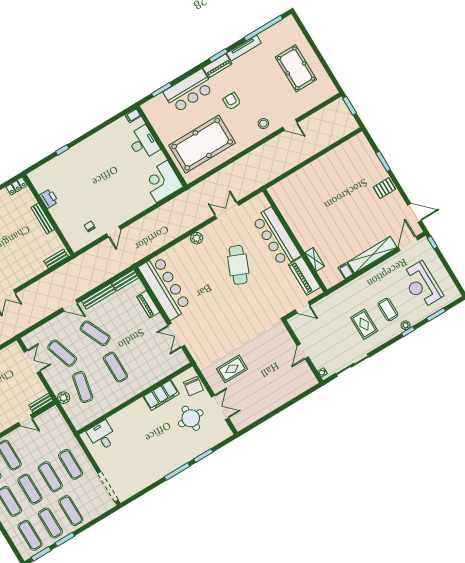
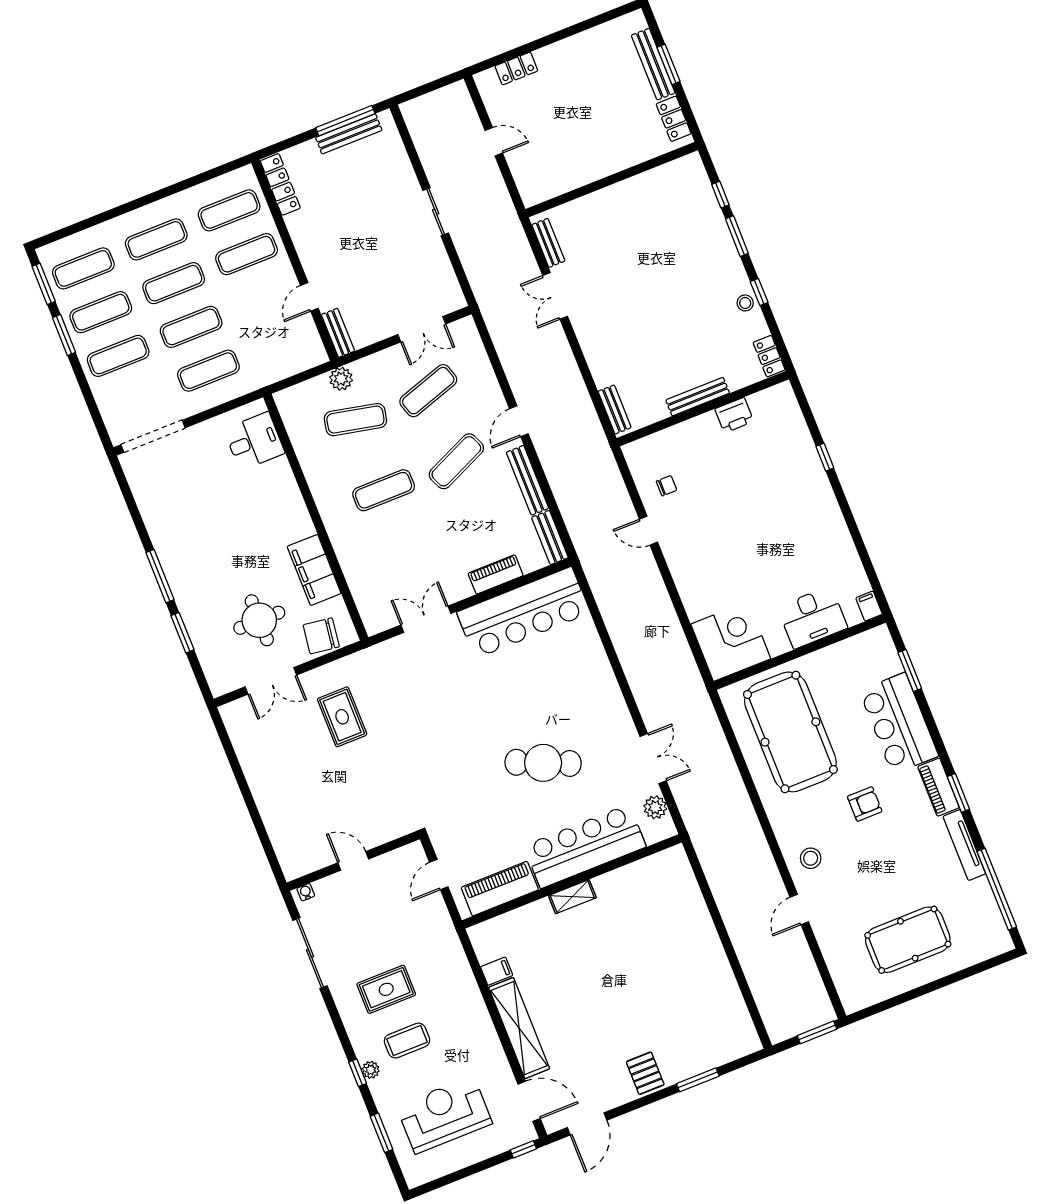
plant: (197, 238) -> (655, 807), moved
shelving: (315, 259) -> (572, 897), moved

